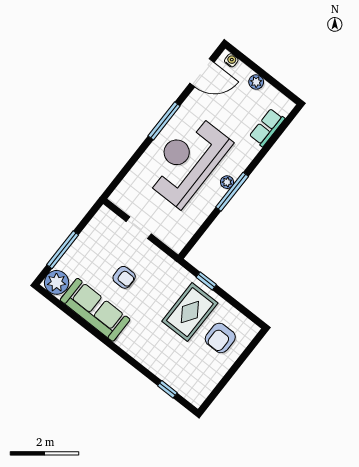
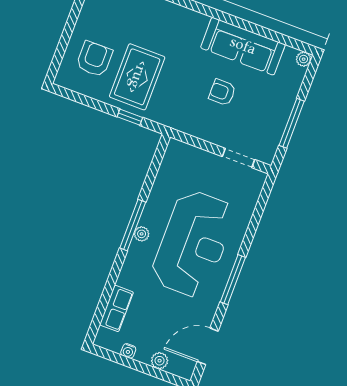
water cooler: (231, 60) -> (128, 351), moved
plant: (256, 82) -> (160, 361), moved
doorway: (139, 228) -> (238, 158), moved
window: (63, 250) -> (292, 123), moved
plant: (57, 282) -> (304, 59), width x0.53, depth x0.53

